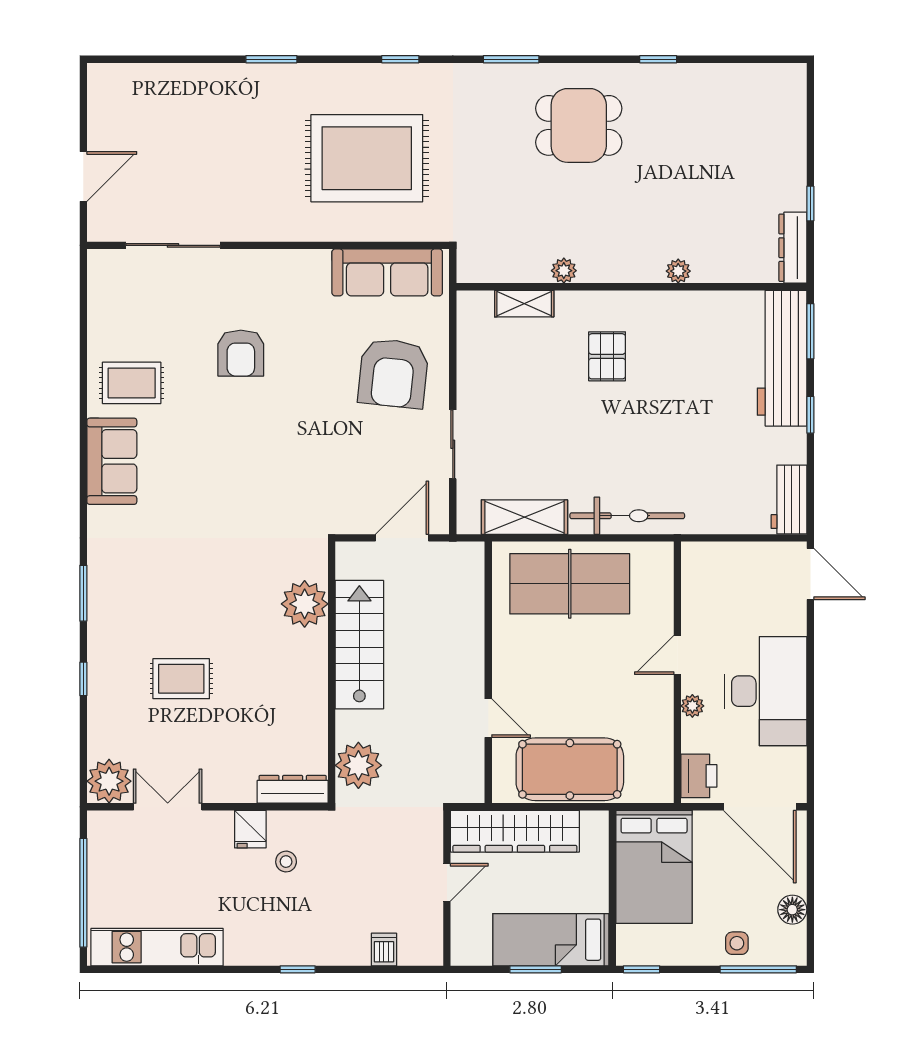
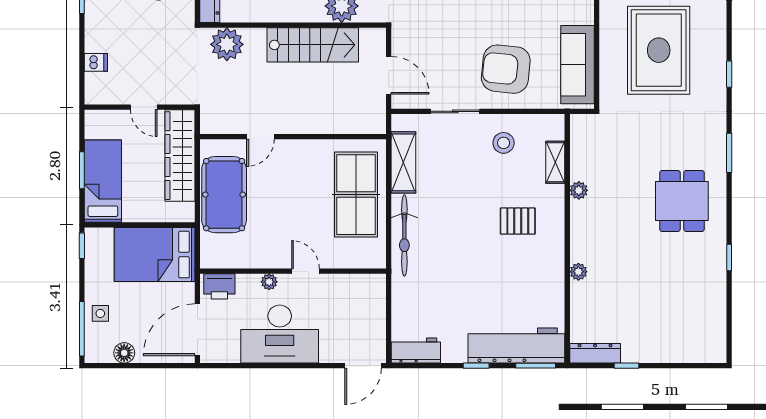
stool: (497, 376) -> (504, 143), added

